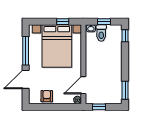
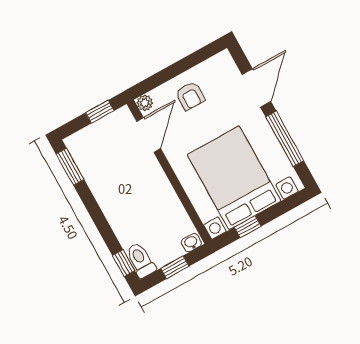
toilet: (101, 33) -> (141, 260), moved
armchair: (47, 96) -> (190, 96), moved

